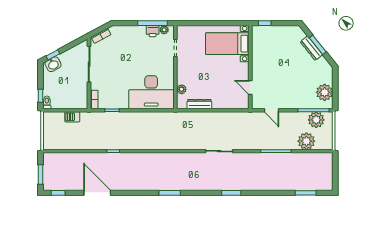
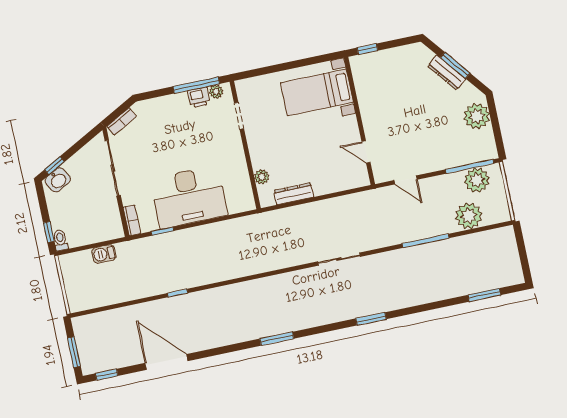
desk: (151, 92) -> (189, 197), moved
plant: (325, 92) -> (477, 116), moved

